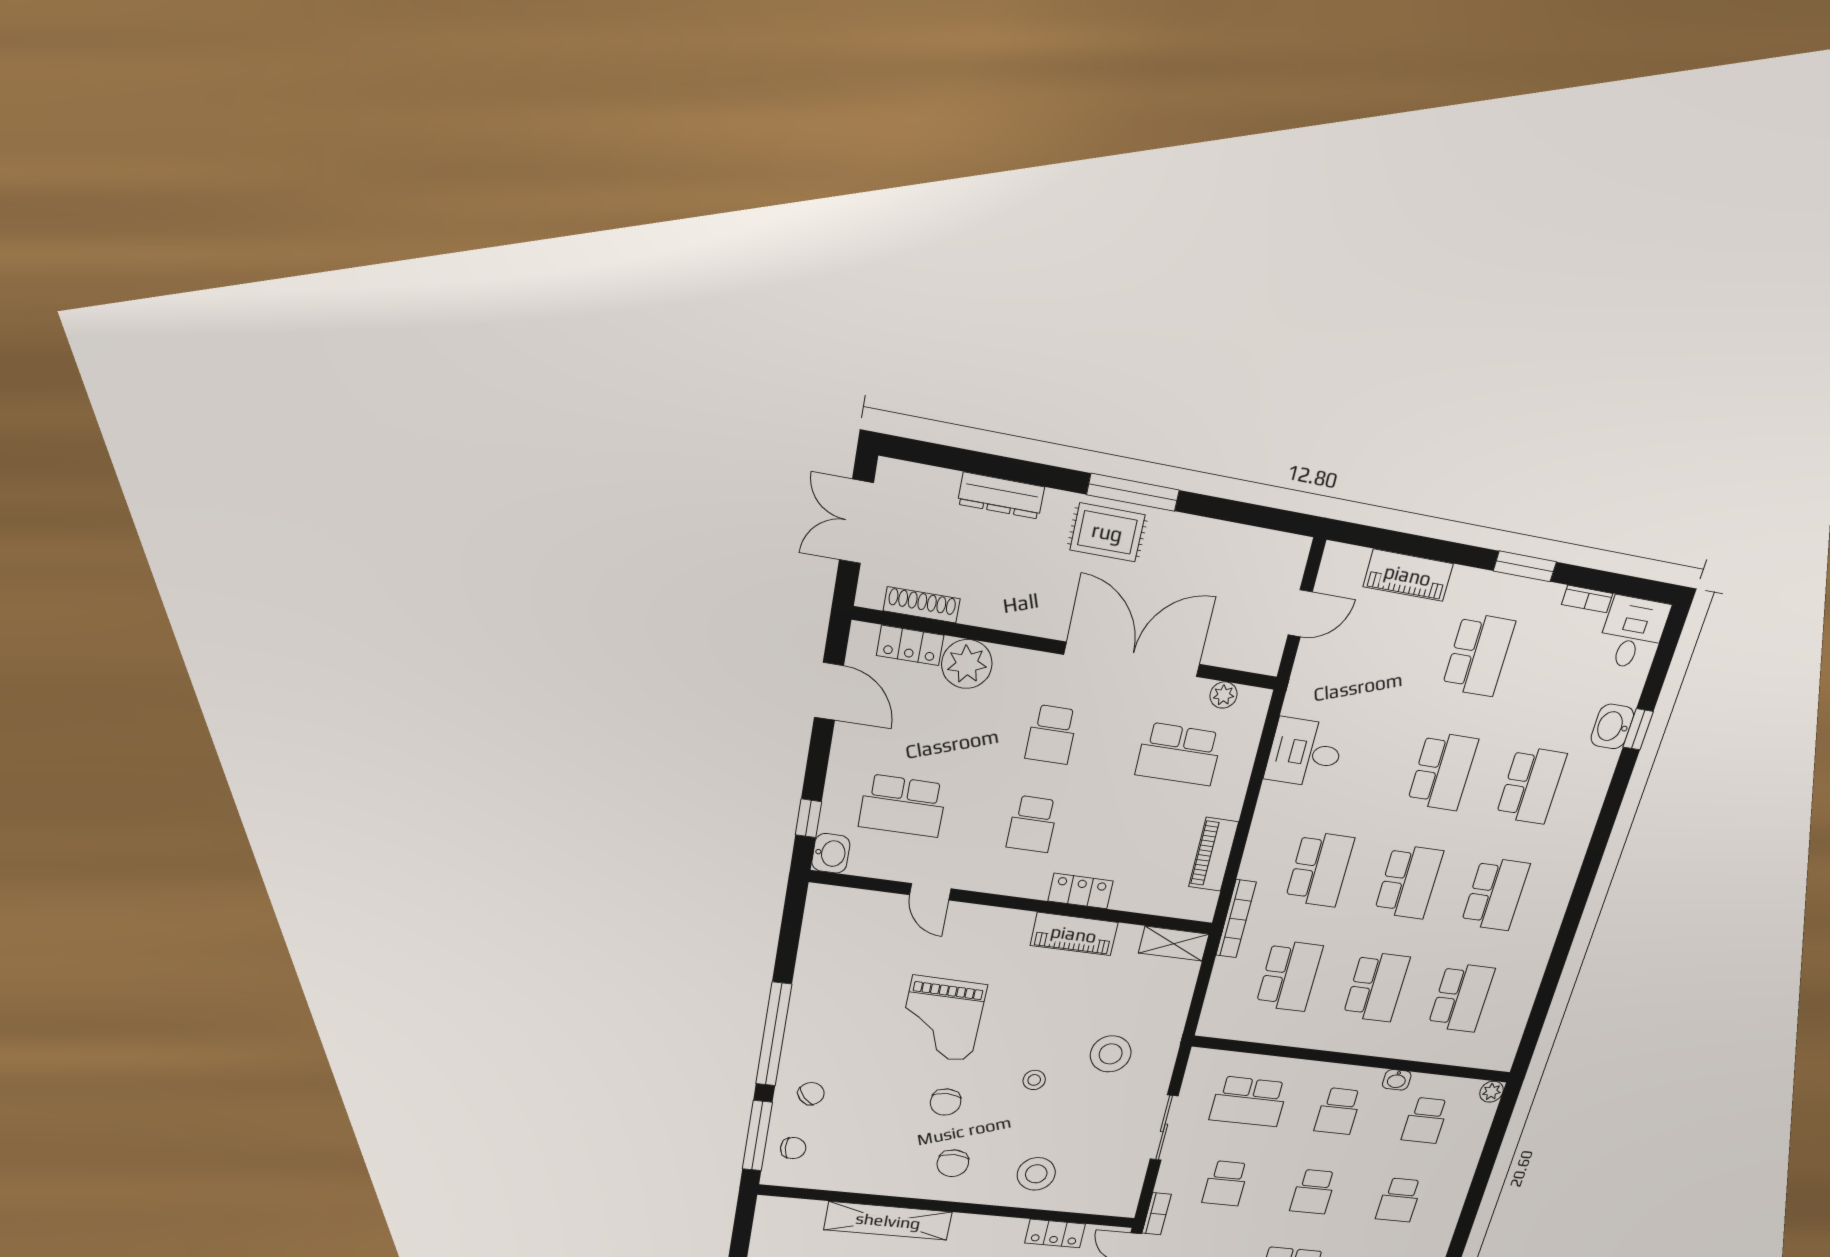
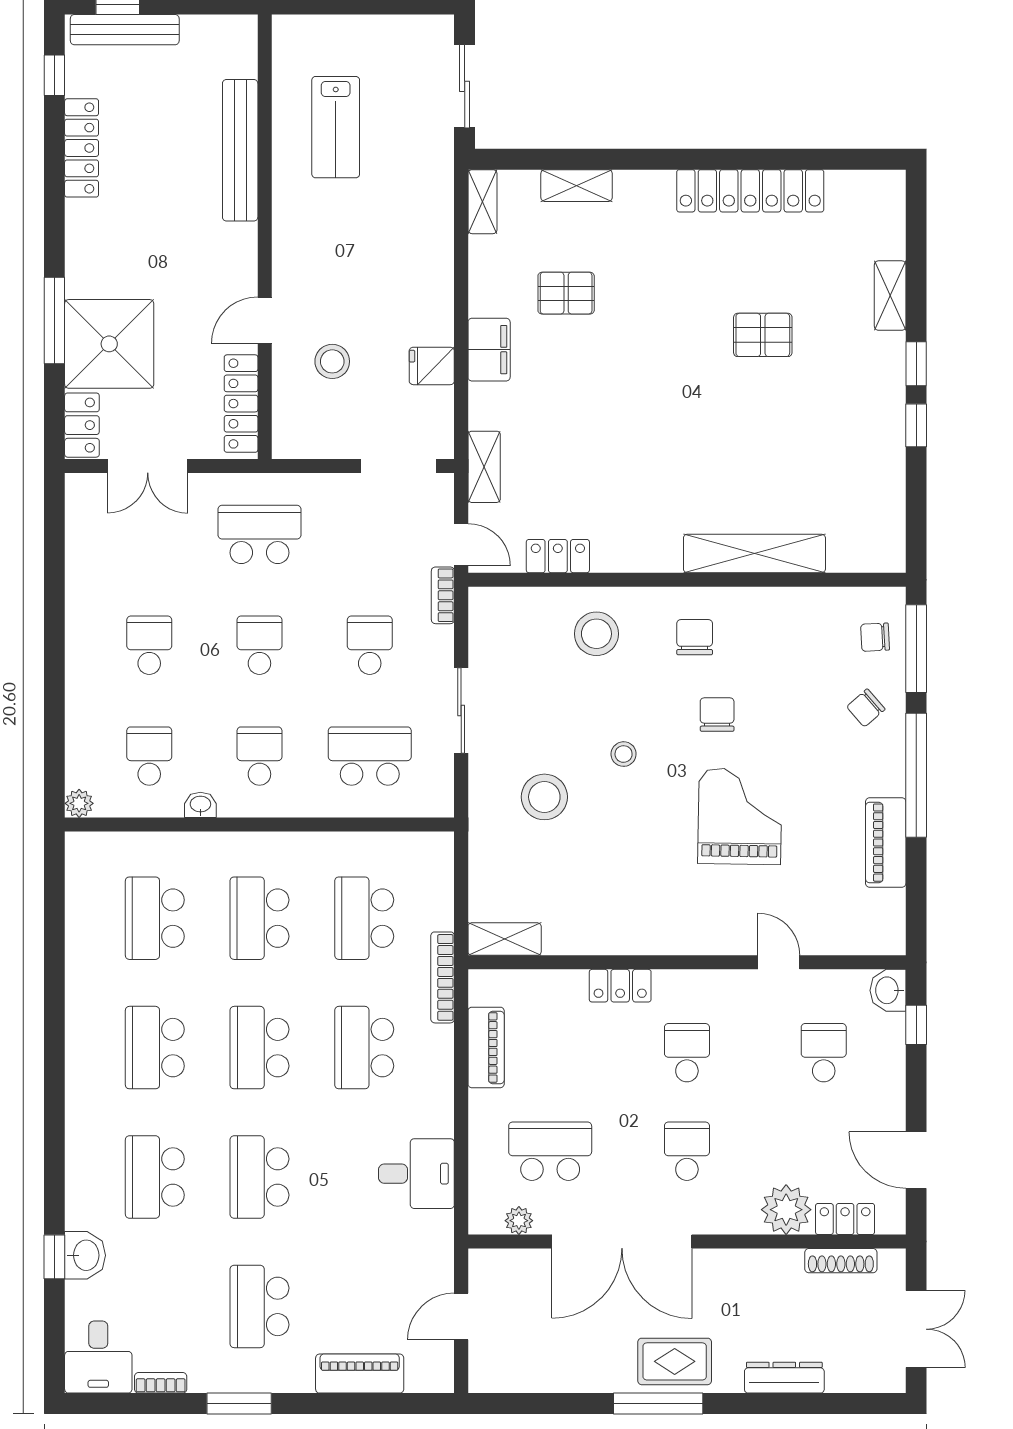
school desk: (903, 806) -> (824, 1053), width x0.54
piano: (1074, 934) -> (886, 843), moved, turned -90

